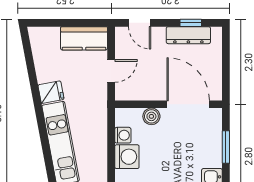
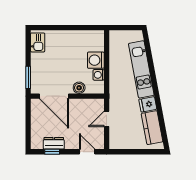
dresser: (188, 35) -> (54, 143), width x0.70
kitchen counter: (84, 38) -> (152, 128), moved, turned -101
window: (226, 147) -> (28, 77), moved

